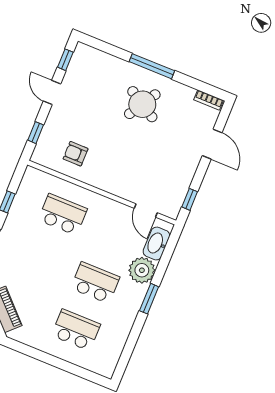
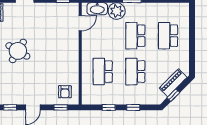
armchair: (76, 154) -> (65, 92), moved
school desk: (43, 262) -> (135, 72), added

